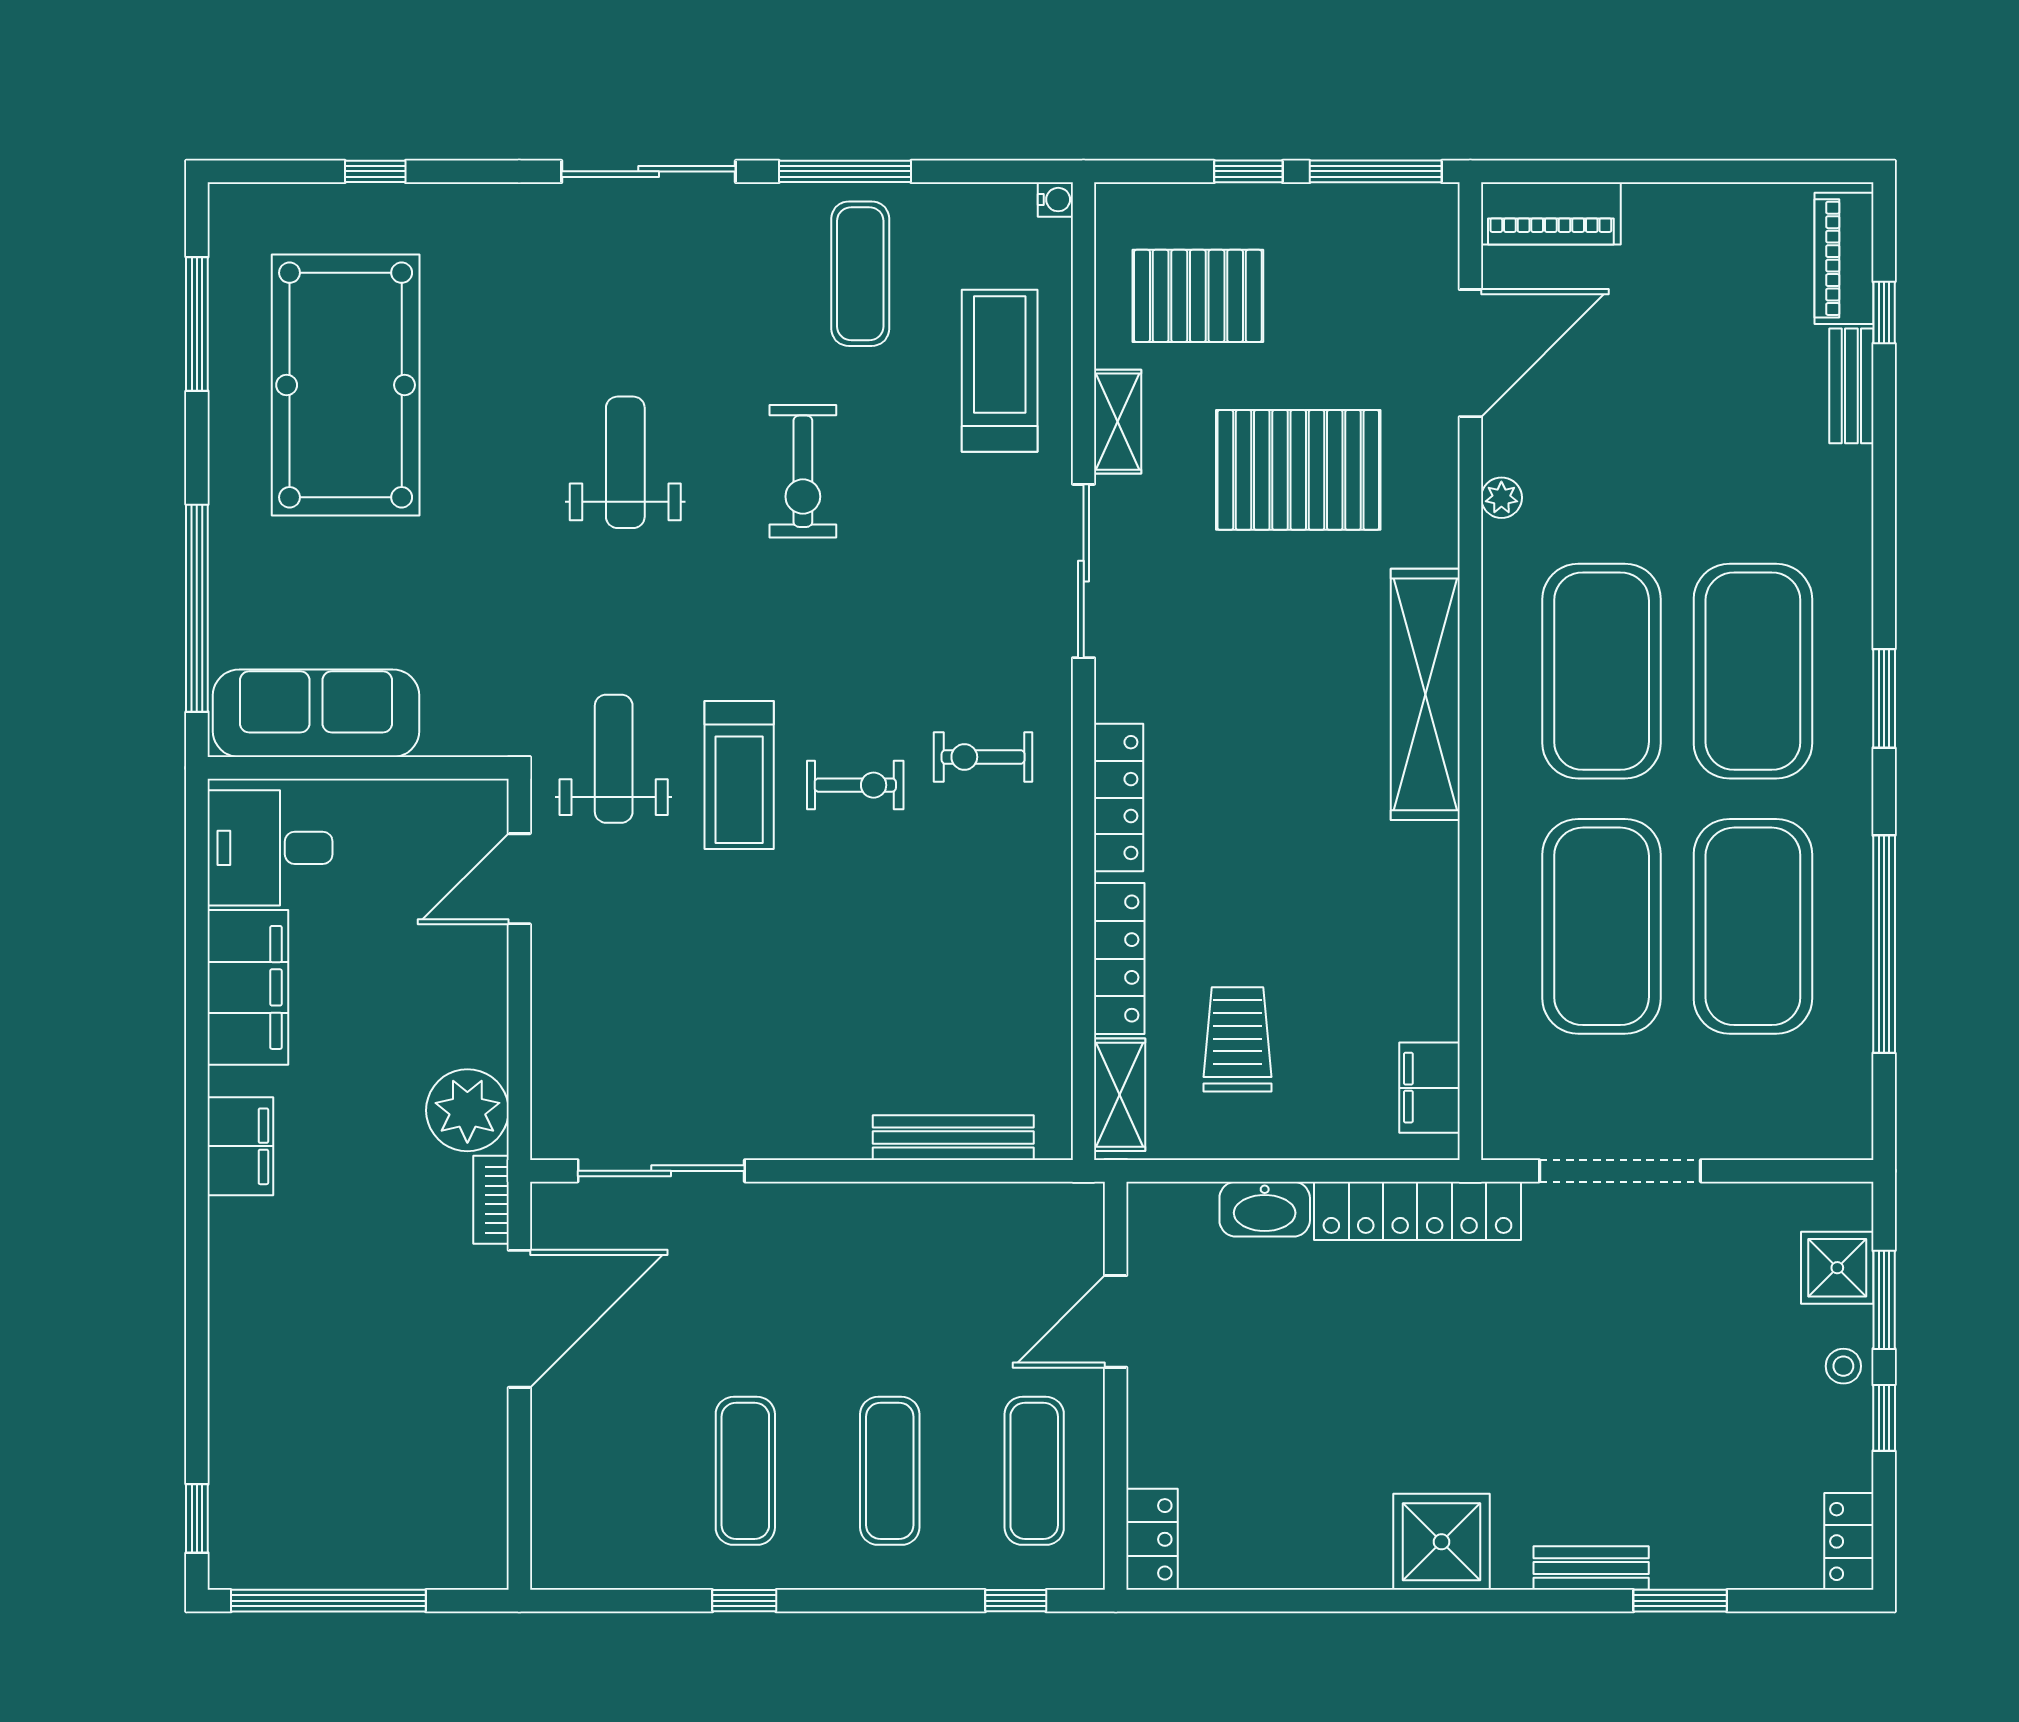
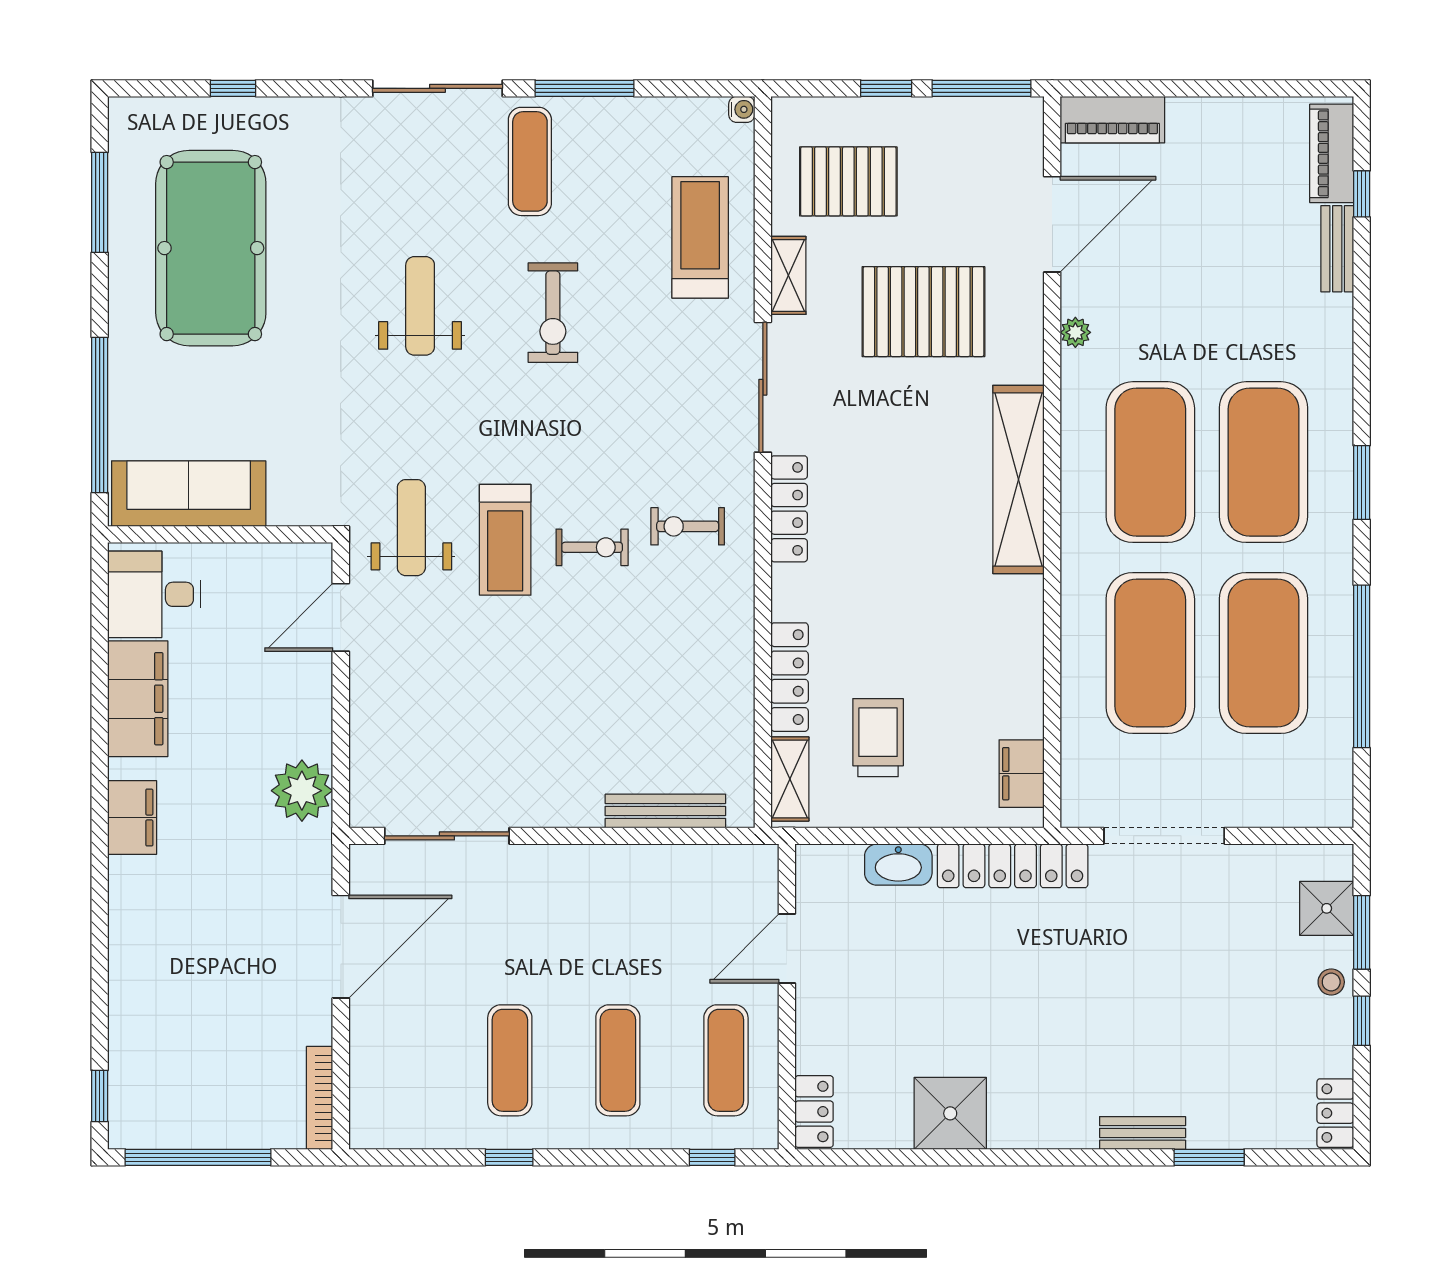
exercise mat: (860, 274) -> (530, 161), moved
locker: (1119, 798) -> (789, 509), moved
bookcase: (491, 1200) -> (320, 1098), moved, width x1.56
shower: (1442, 1542) -> (950, 1113), moved

